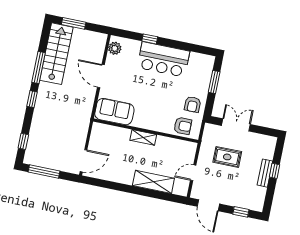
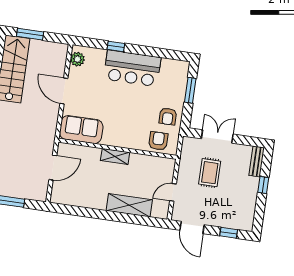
armchair: (183, 126) -> (158, 141), turned -90
rug: (227, 157) -> (210, 173), turned 90
door: (83, 161) -> (53, 168), moved
bench: (265, 173) -> (257, 162), moved

